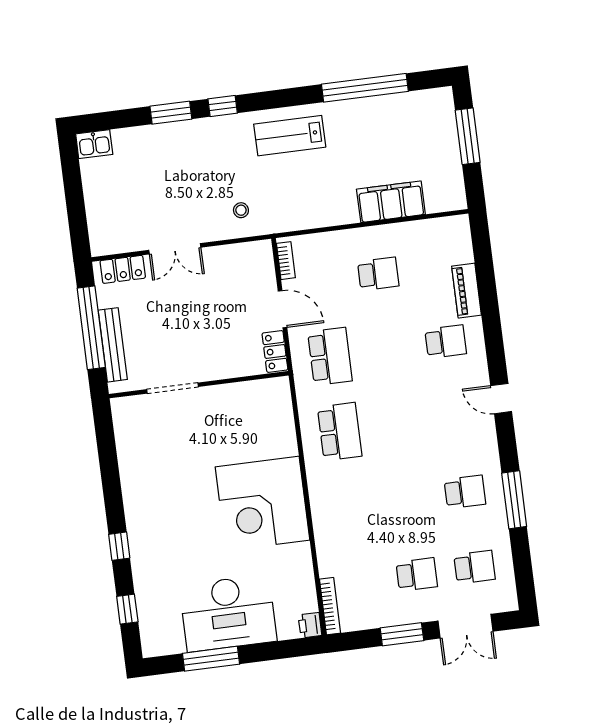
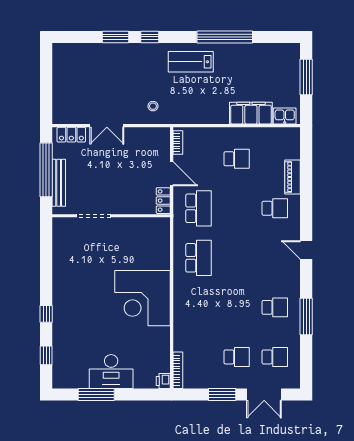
window: (365, 88) -> (225, 37), moved
kitchen sink: (94, 144) -> (285, 116), moved, turned 180
desk: (228, 613) -> (111, 372), width x0.73, depth x0.77

